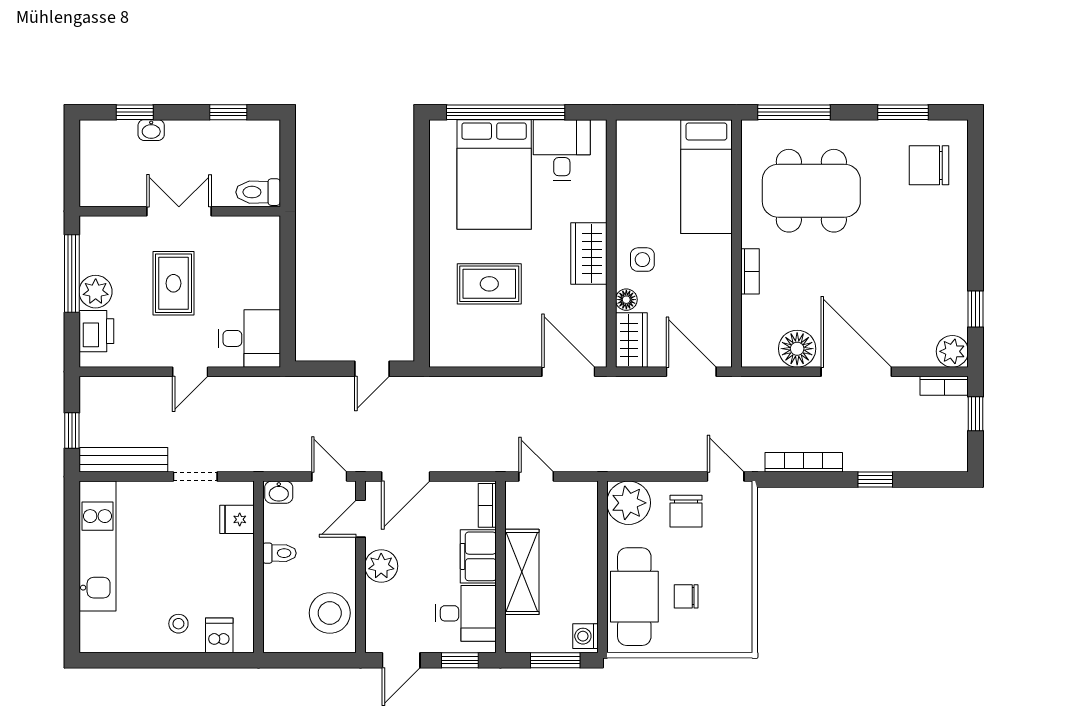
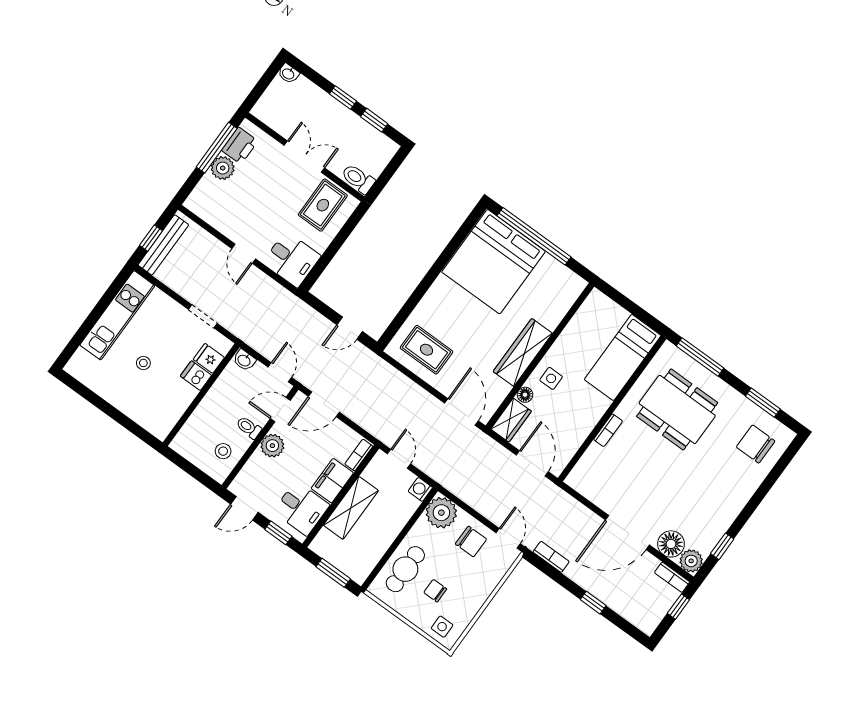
window: (135, 112) -> (343, 98), moved
washbasin: (151, 130) -> (288, 74), moved
desk: (562, 150) -> (550, 282), removed
bed: (494, 174) -> (494, 262), width x1.36
wardrobe: (589, 253) -> (523, 352), width x1.50
rug: (173, 283) -> (323, 205), moved
rug: (489, 284) -> (426, 350), moved
printer: (96, 331) -> (240, 146), moved
floor lamp: (797, 349) -> (671, 544), moved
door: (190, 372) -> (244, 254), hinge flipped
door: (856, 372) -> (627, 532), swing flipped
bench: (123, 460) -> (163, 245), moved, turned 90
bookcase: (804, 462) -> (551, 557), width x0.64
chair: (686, 511) -> (471, 542), turned -90
toilet: (279, 553) -> (249, 428), moved, turned 180
cafe table: (634, 597) -> (405, 569), width x0.73, depth x0.74
stool: (330, 613) -> (223, 451), width x0.53, depth x0.53
stool: (178, 624) -> (143, 363), moved
side table: (723, 632) -> (442, 627), added
dishwasher: (219, 635) -> (196, 376), moved, turned -90
washing machine: (585, 636) -> (420, 489), moved

